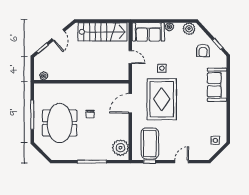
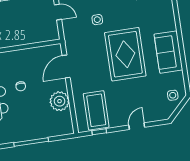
sofa: (217, 85) -> (168, 52), moved
rug: (162, 99) -> (125, 54), moved
plant: (120, 148) -> (59, 101), moved

